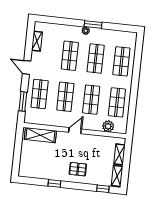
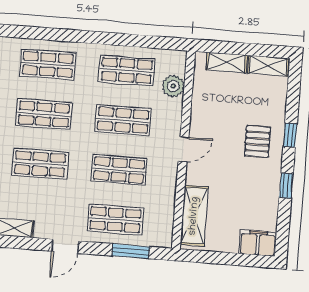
door: (75, 131) -> (184, 149), swing flipped
filing cabinet: (25, 168) -> (258, 243), added
window: (103, 189) -> (290, 135), moved

